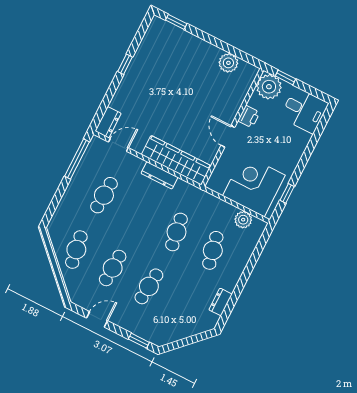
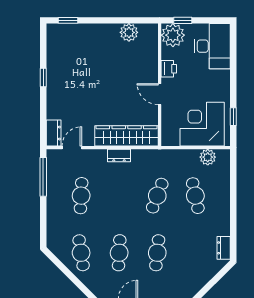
desk: (304, 110) -> (212, 46), width x1.37
dresser: (159, 175) -> (119, 156), width x0.70
cafe table: (177, 232) -> (157, 196), turned 30
dresser: (220, 302) -> (224, 248), moved

